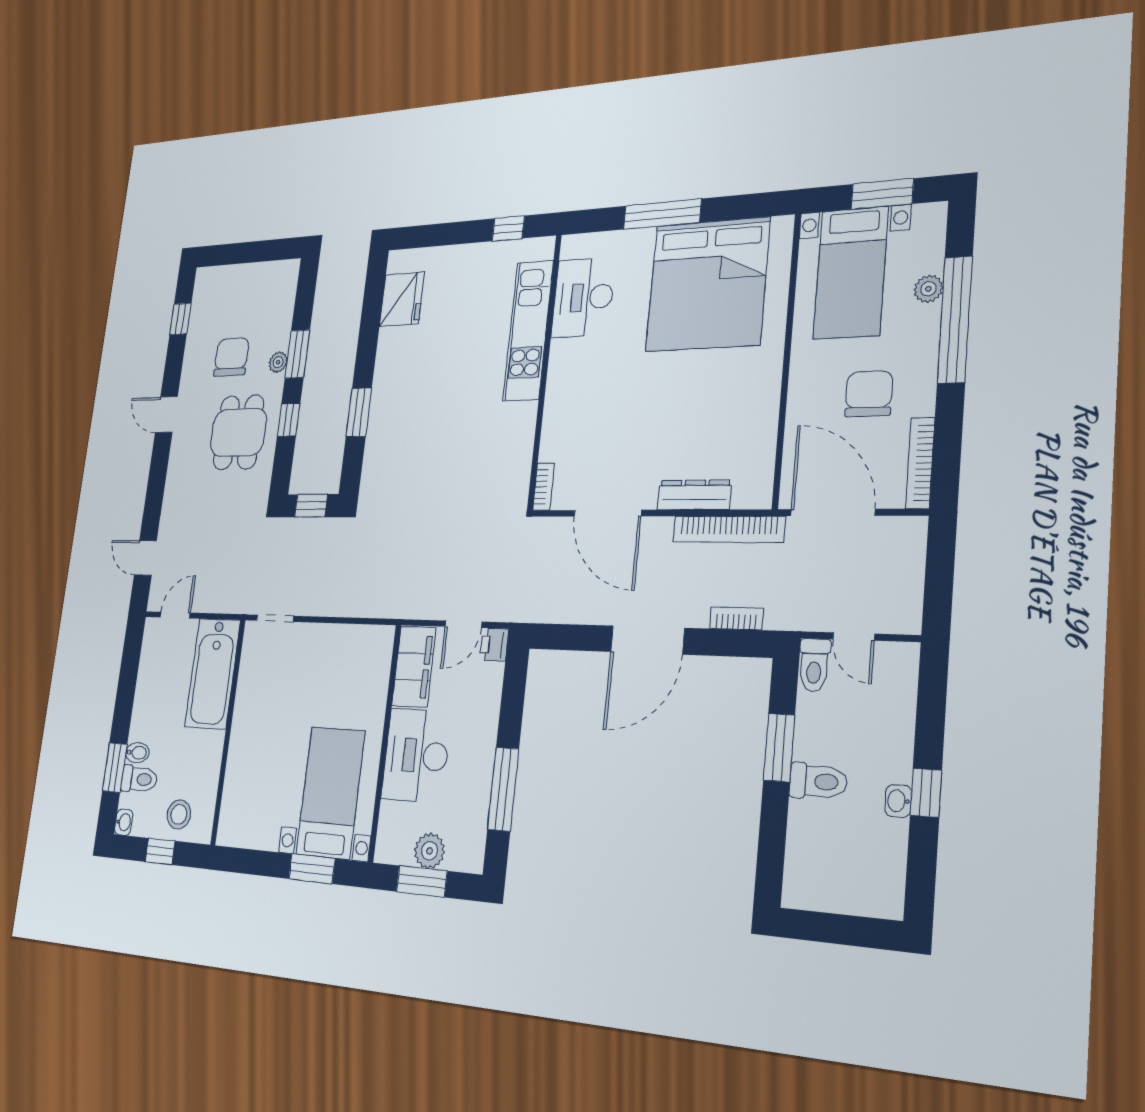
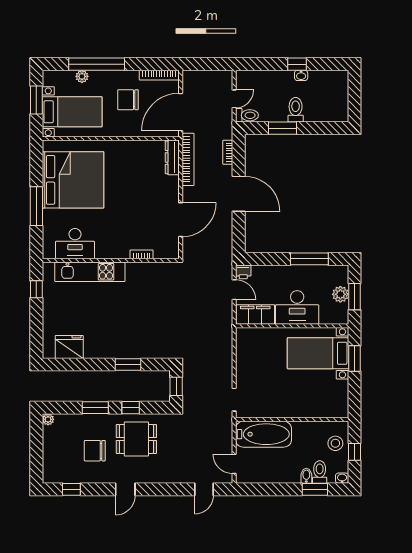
plant: (278, 362) -> (48, 419), moved
bookcase: (544, 487) -> (142, 254), moved
dresser: (694, 495) -> (172, 157), moved

